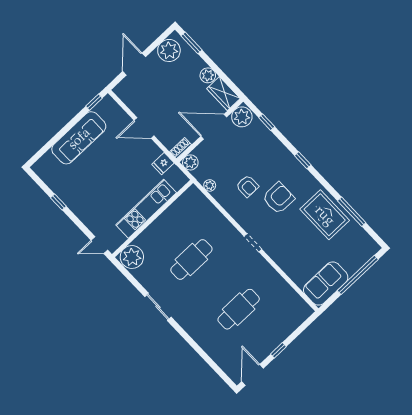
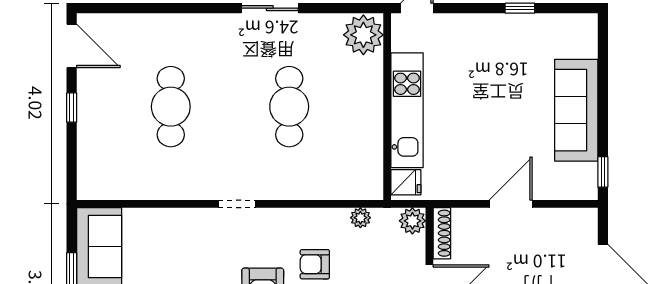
shoe rack: (181, 148) -> (442, 233), width x1.43
fridge: (163, 164) -> (406, 182), moved, turned 90

